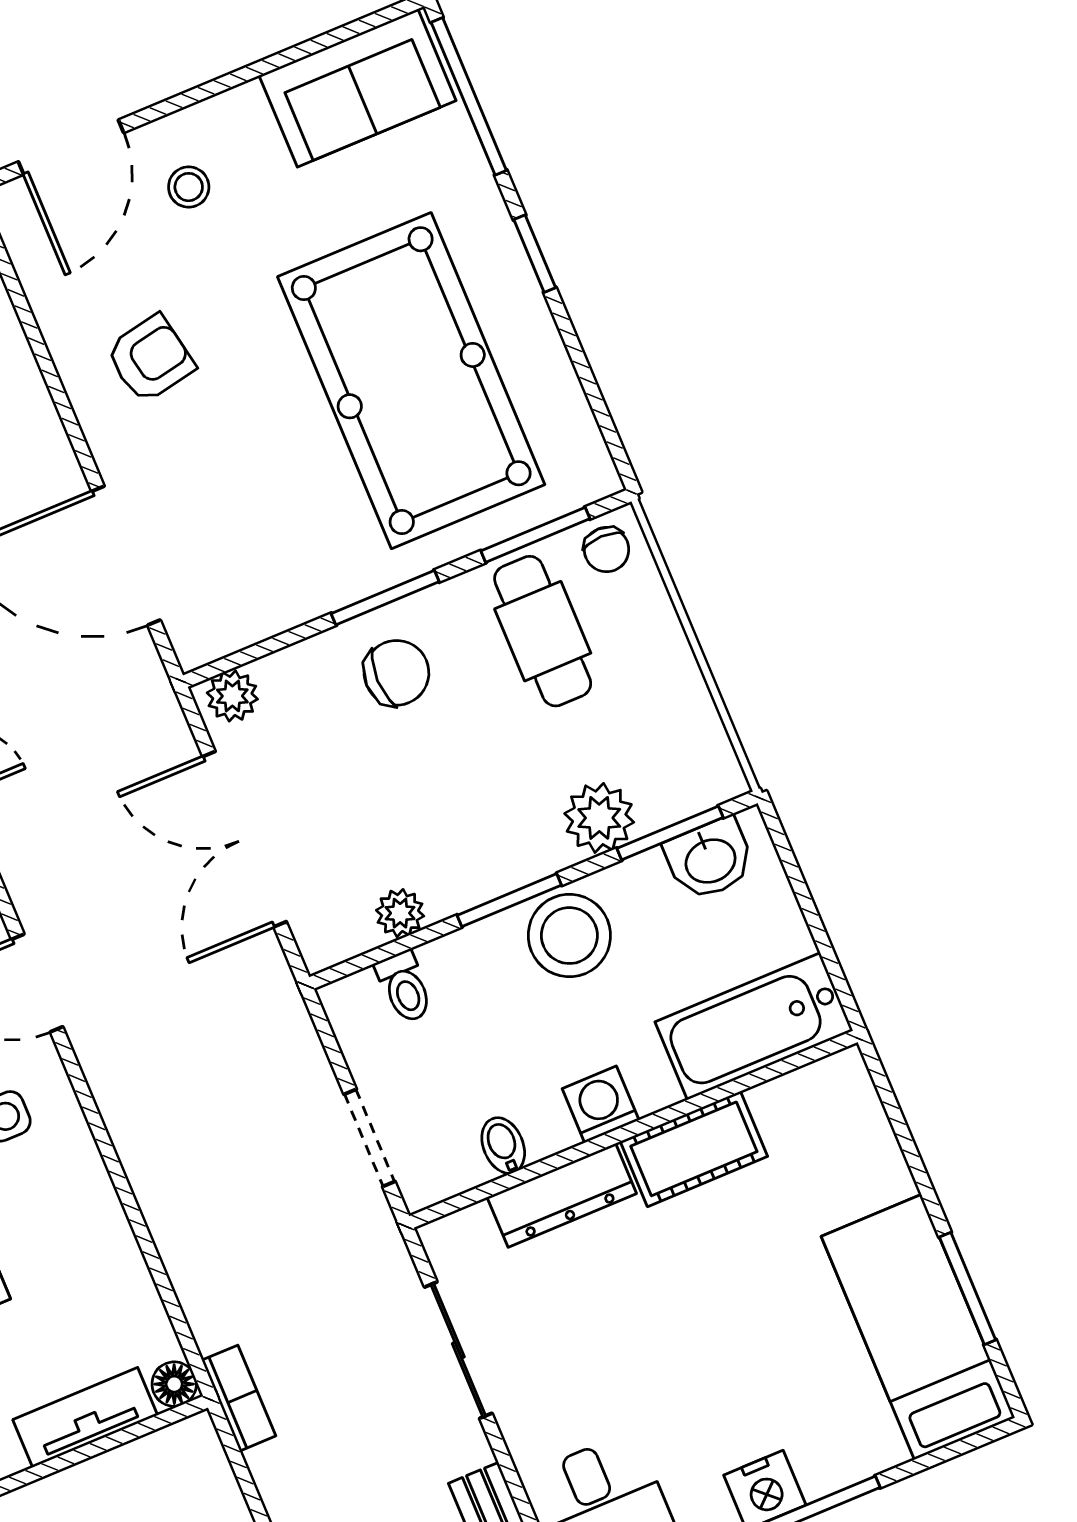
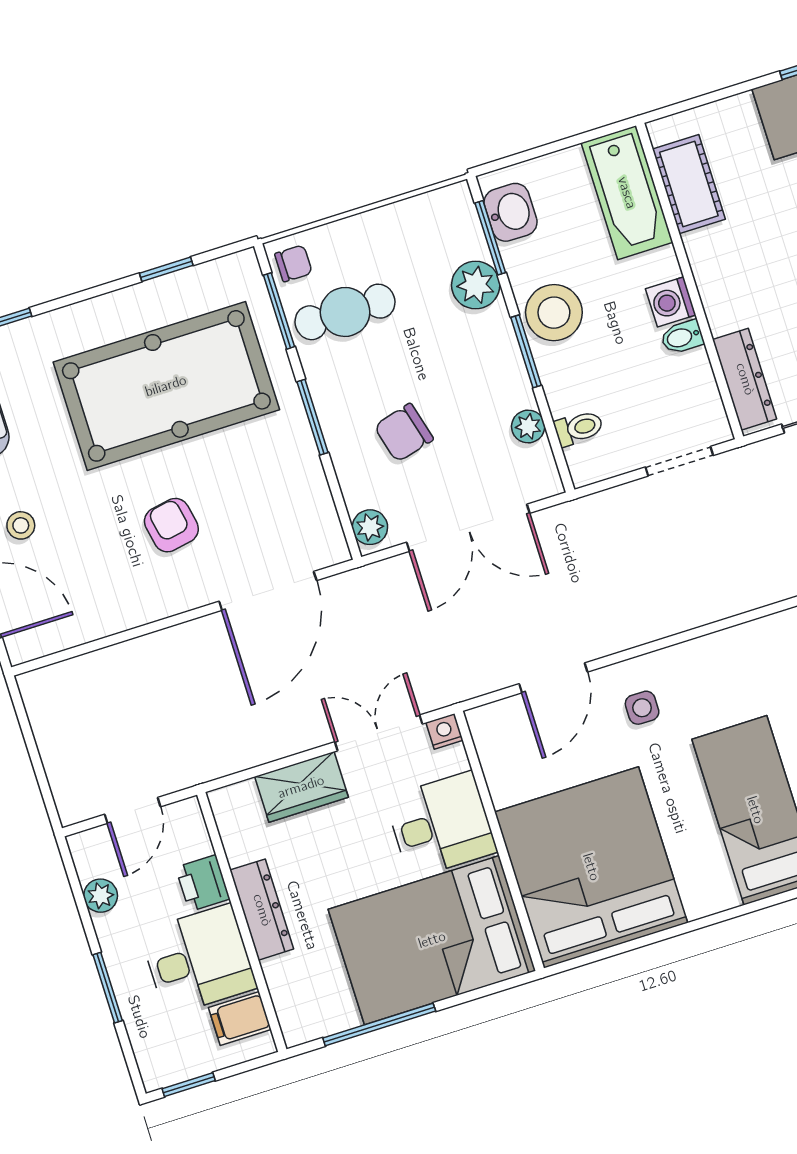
window: (535, 254) -> (166, 269), moved
armchair: (150, 359) -> (171, 525), moved
chair: (396, 673) -> (404, 433), moved, turned -105
bidet: (503, 1145) -> (682, 337), moved
cot: (694, 1149) -> (689, 184), moved
dresser: (562, 1195) -> (745, 379), moved

